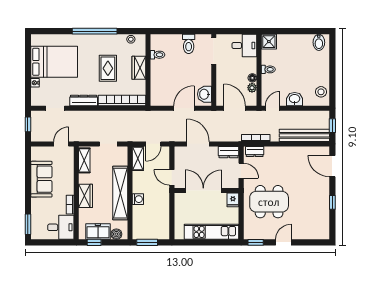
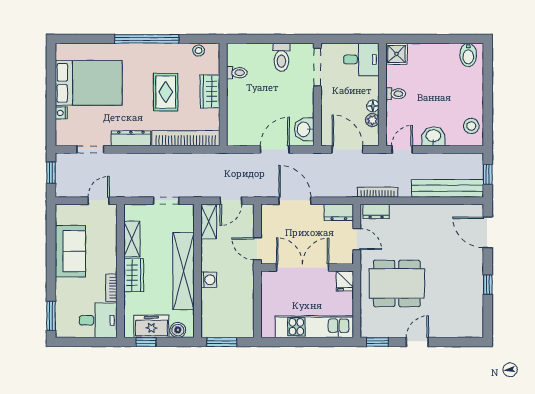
shelving: (84, 160) -> (132, 239), moved

